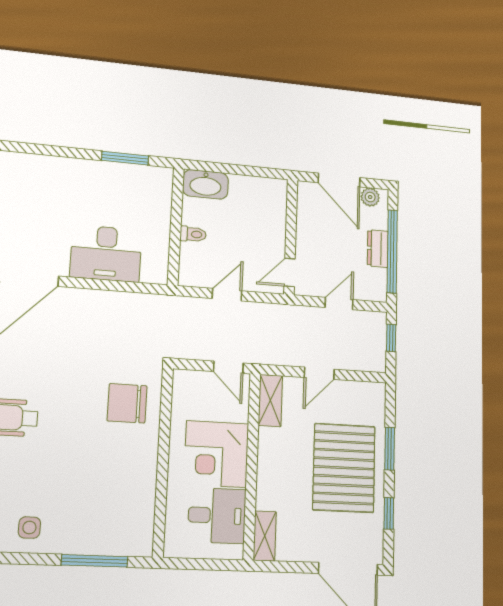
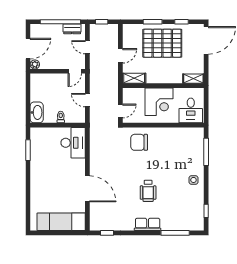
plant: (370, 197) -> (35, 64), moved
dresser: (378, 249) -> (72, 29), moved
desk: (106, 253) -> (73, 143), moved
door: (290, 272) -> (75, 71), hinge flipped
door: (228, 367) -> (120, 111), moved
door: (319, 373) -> (120, 56), hinge flipped
chair: (127, 403) -> (139, 142), turned 90
desk: (217, 516) -> (191, 110), moved, turned 180

